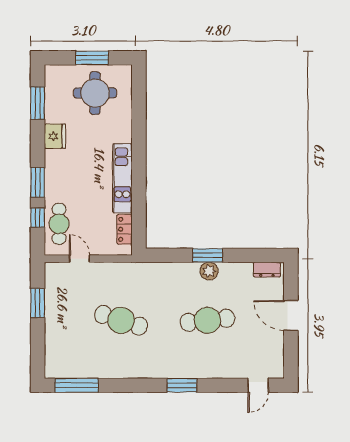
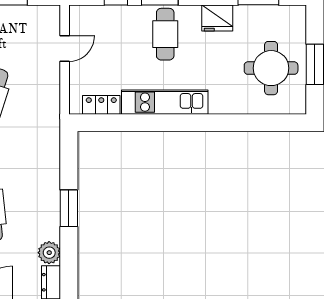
cafe table: (59, 224) -> (165, 34), moved, turned 90
plant: (209, 271) -> (49, 253), moved

